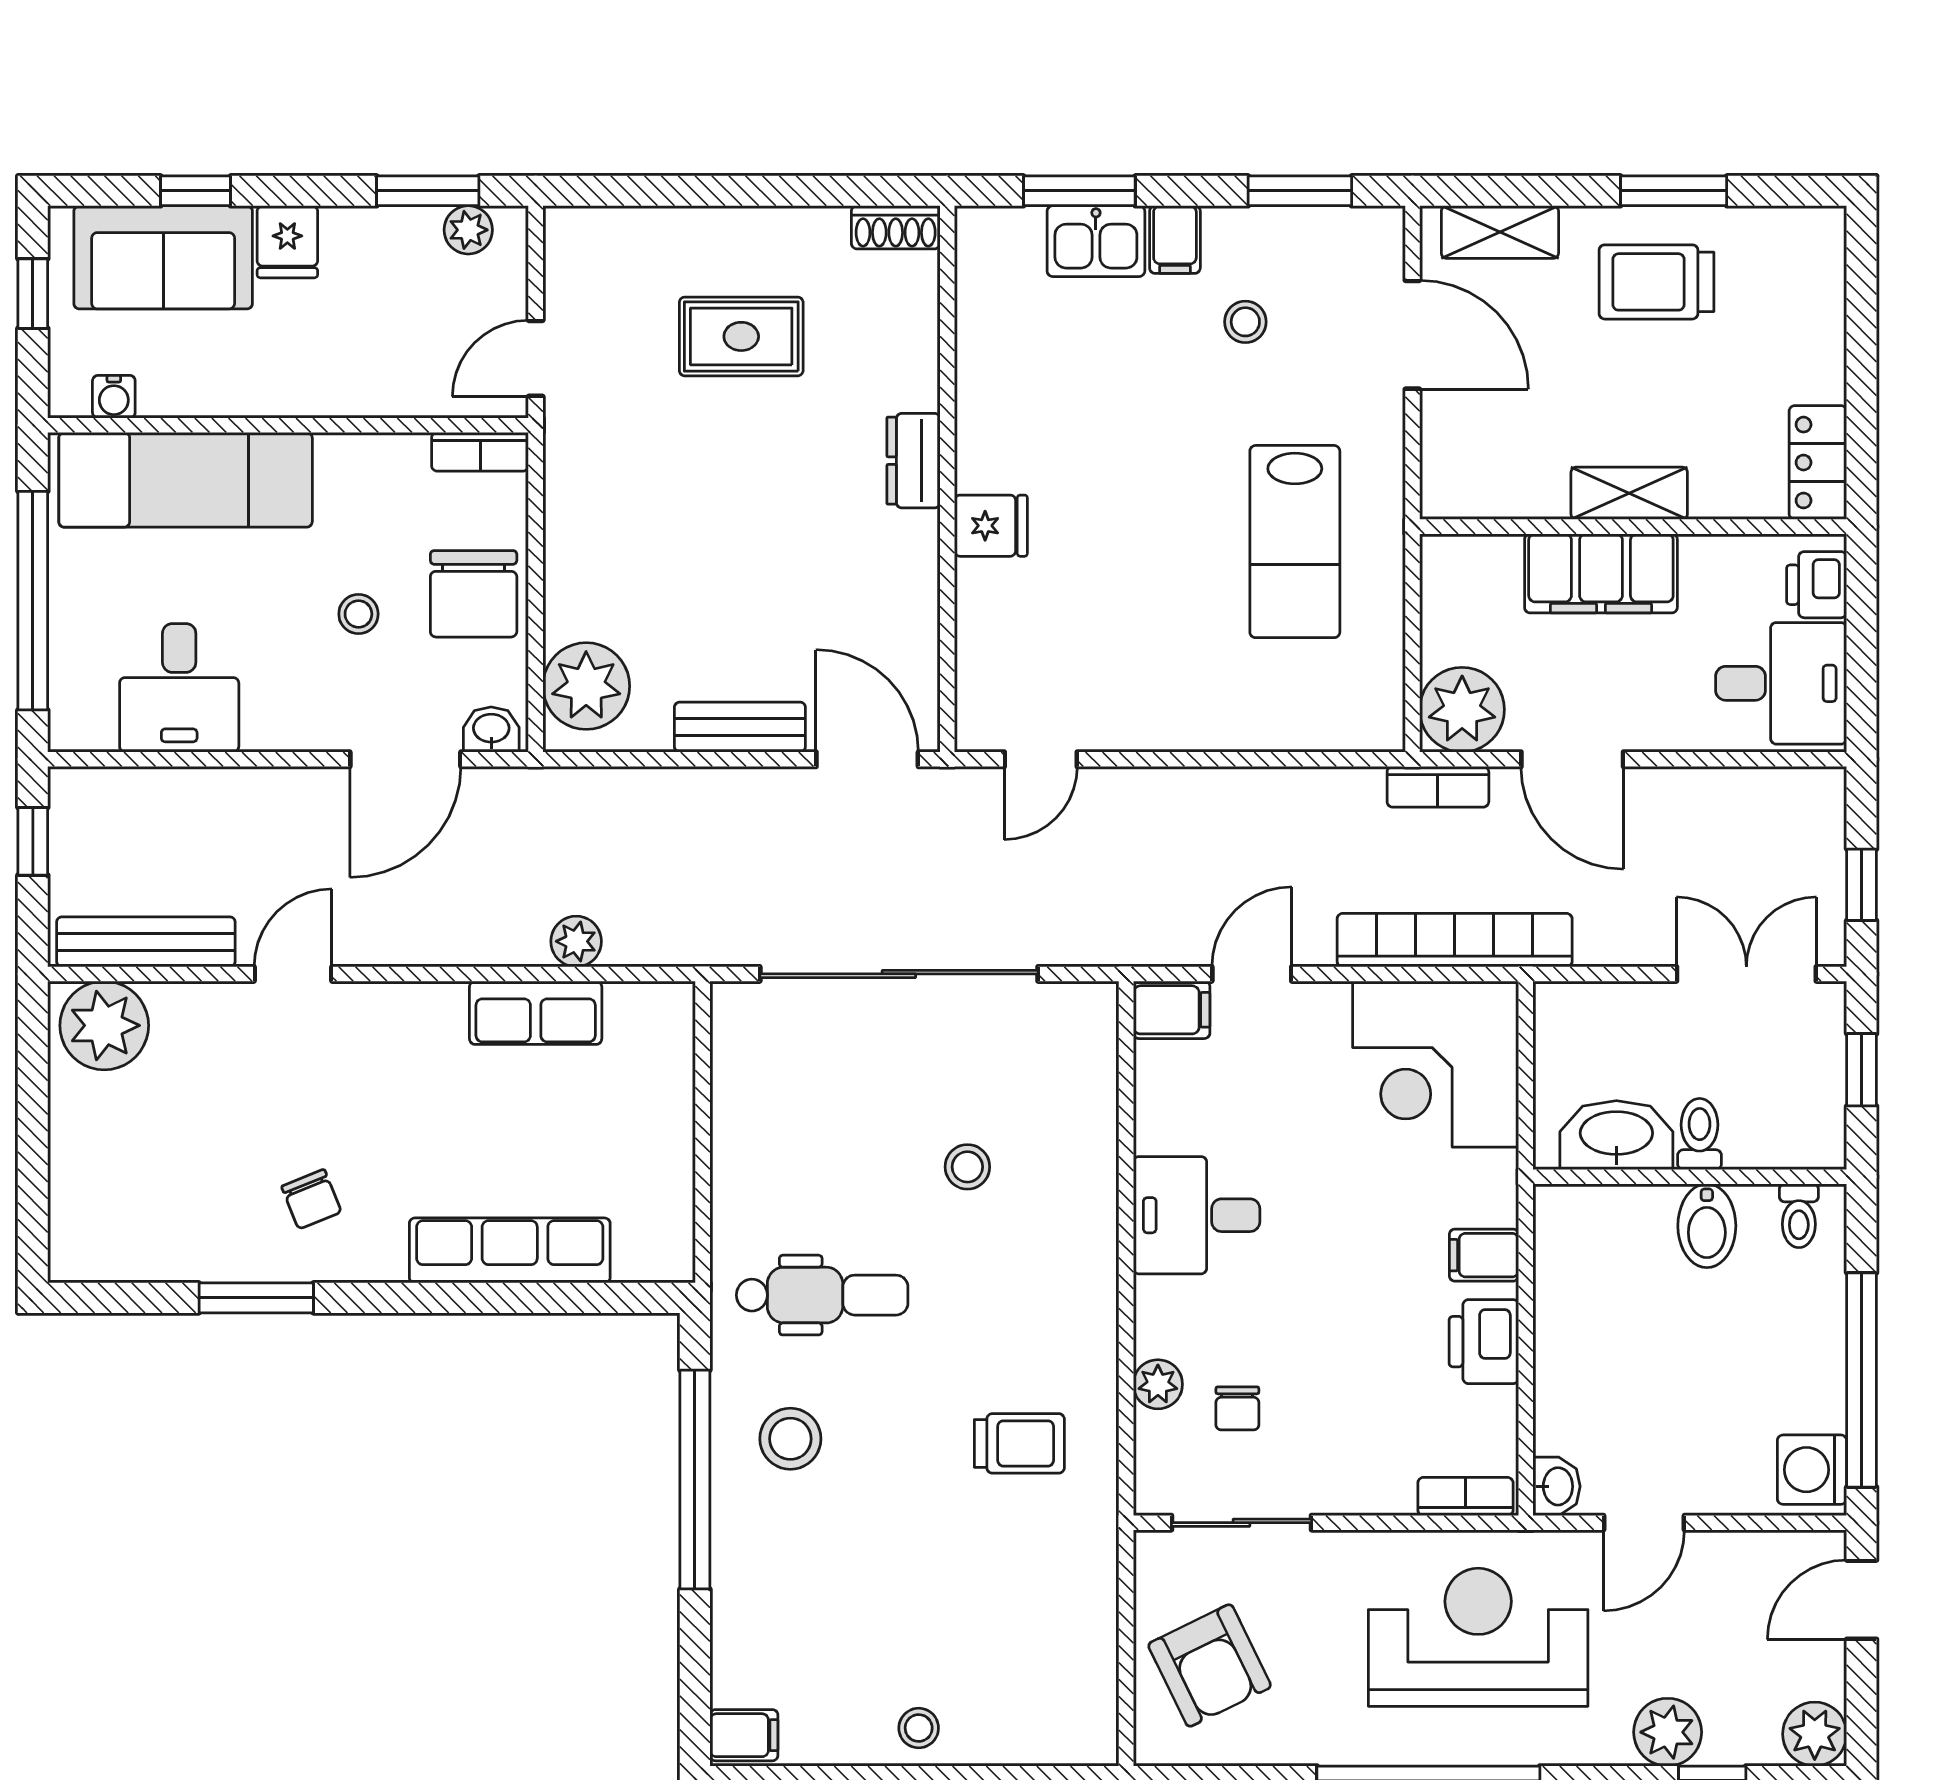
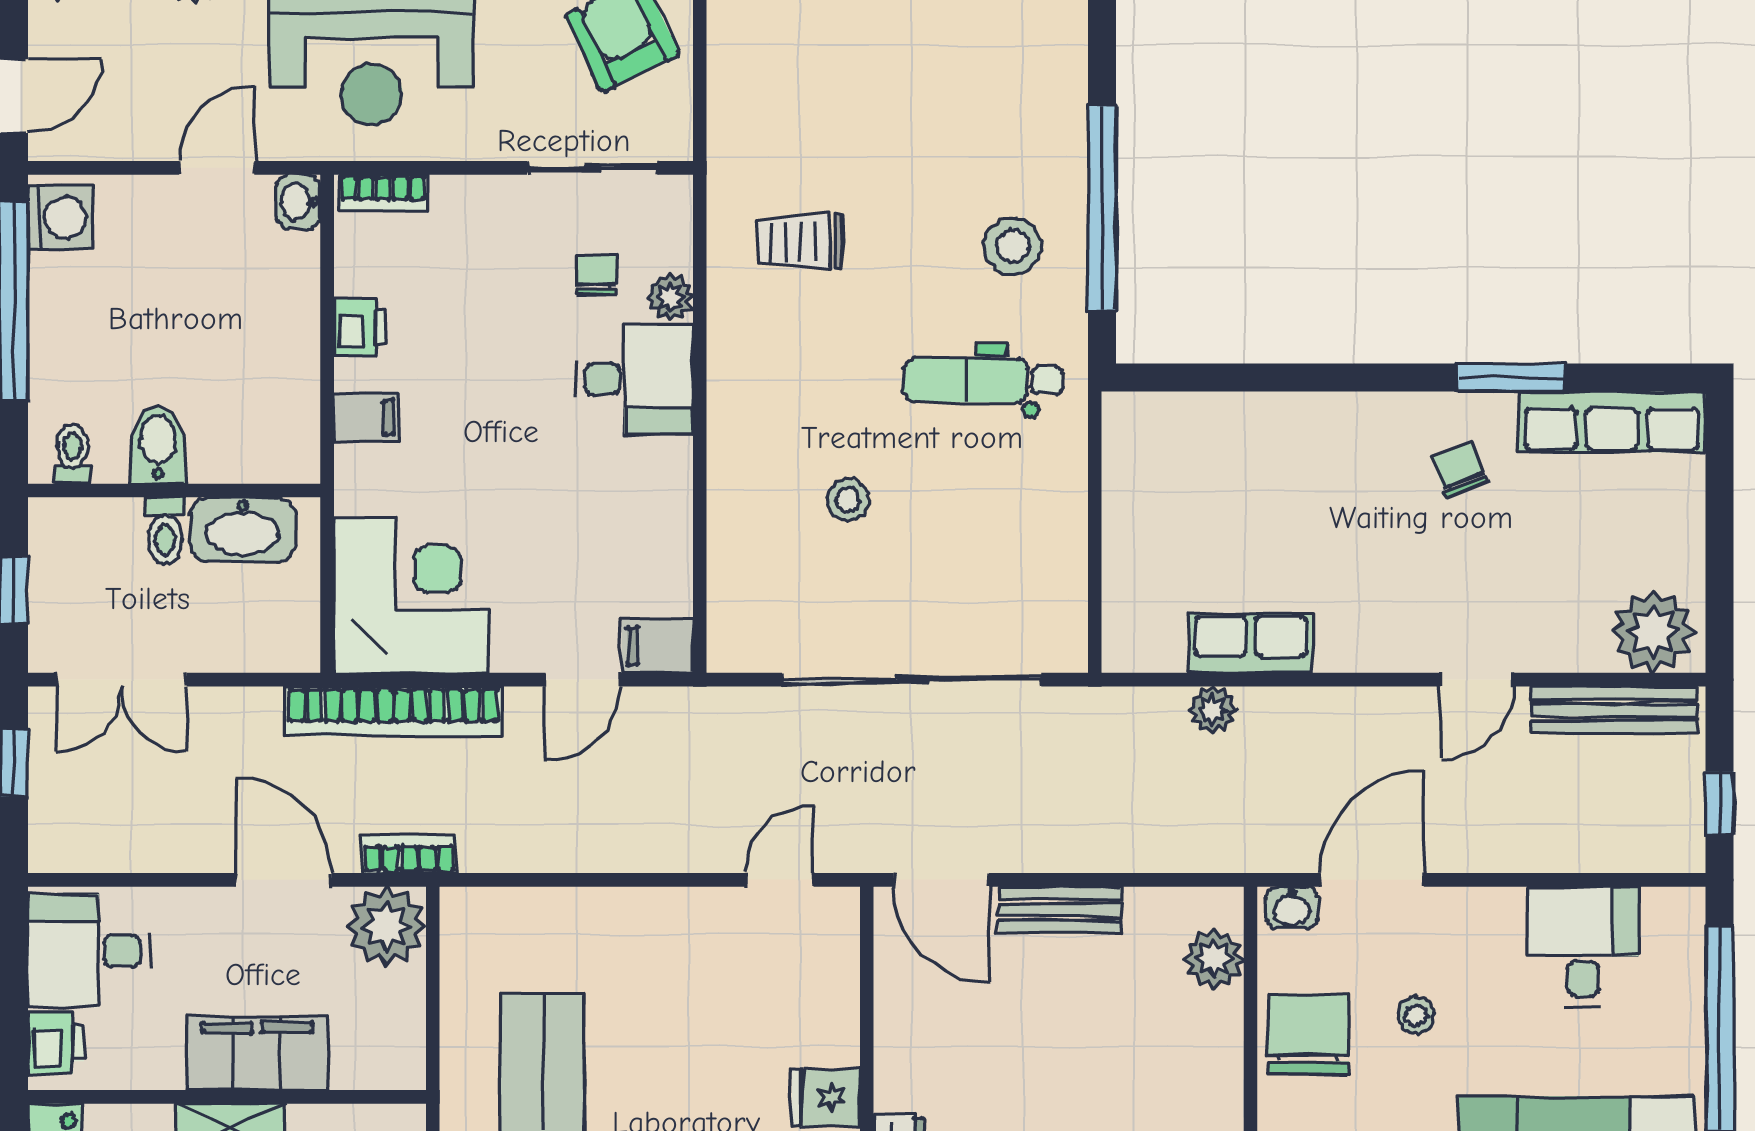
plant: (586, 686) -> (1214, 959), width x0.73, depth x0.73
desk: (1197, 1215) -> (634, 379), moved
row of seats: (510, 1250) -> (1612, 422), moved
printer: (1484, 1342) -> (360, 326), width x0.73, depth x0.81

